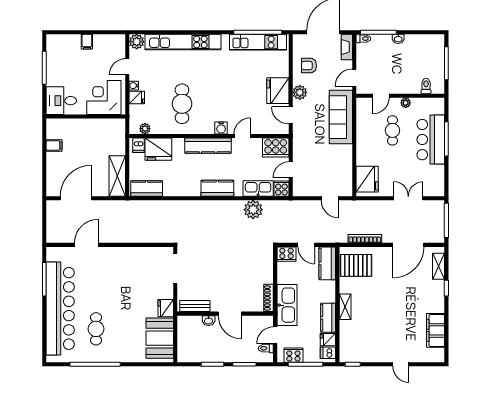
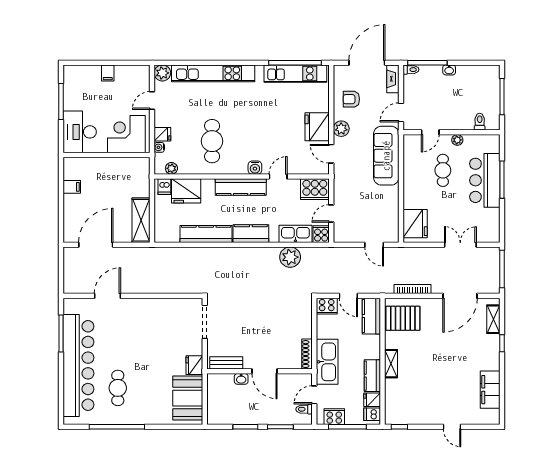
water cooler: (134, 86) -> (159, 147), moved
desk: (61, 101) -> (80, 132), width x1.37
kitchen counter: (147, 188) -> (206, 234), moved, width x1.50

